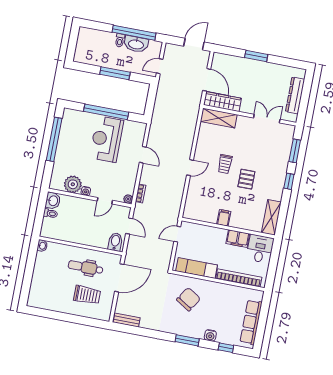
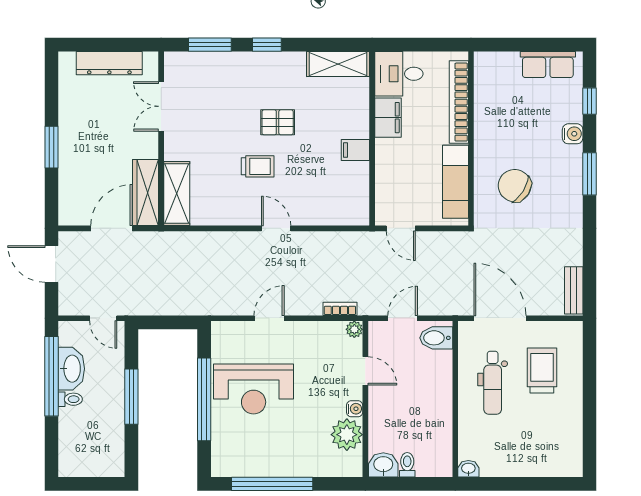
row of seats: (251, 322) -> (548, 65), width x0.68

